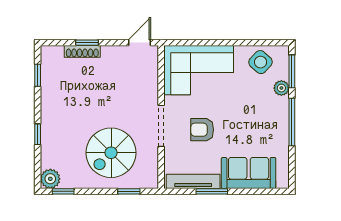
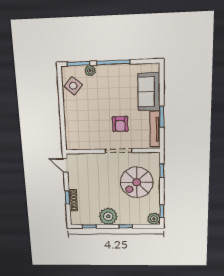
corner sofa: (199, 70) -> (81, 127), removed
plant: (55, 107) -> (108, 216), added
spiral stairs: (111, 153) -> (137, 182), turned 90

